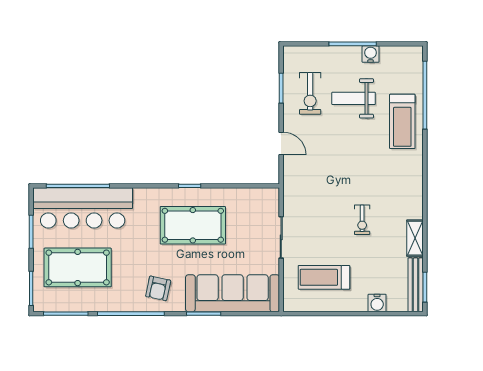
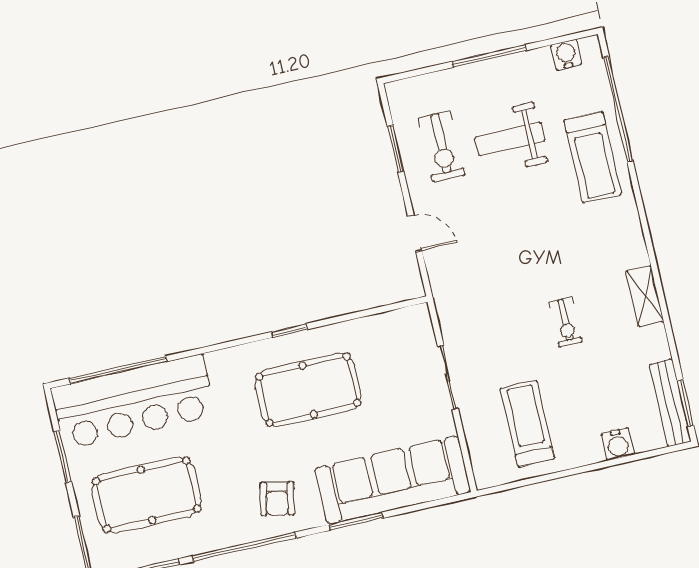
water cooler: (371, 54) -> (566, 55), moved
shelving: (415, 238) -> (645, 296), moved
treadmill: (324, 277) -> (527, 424), turned 90

